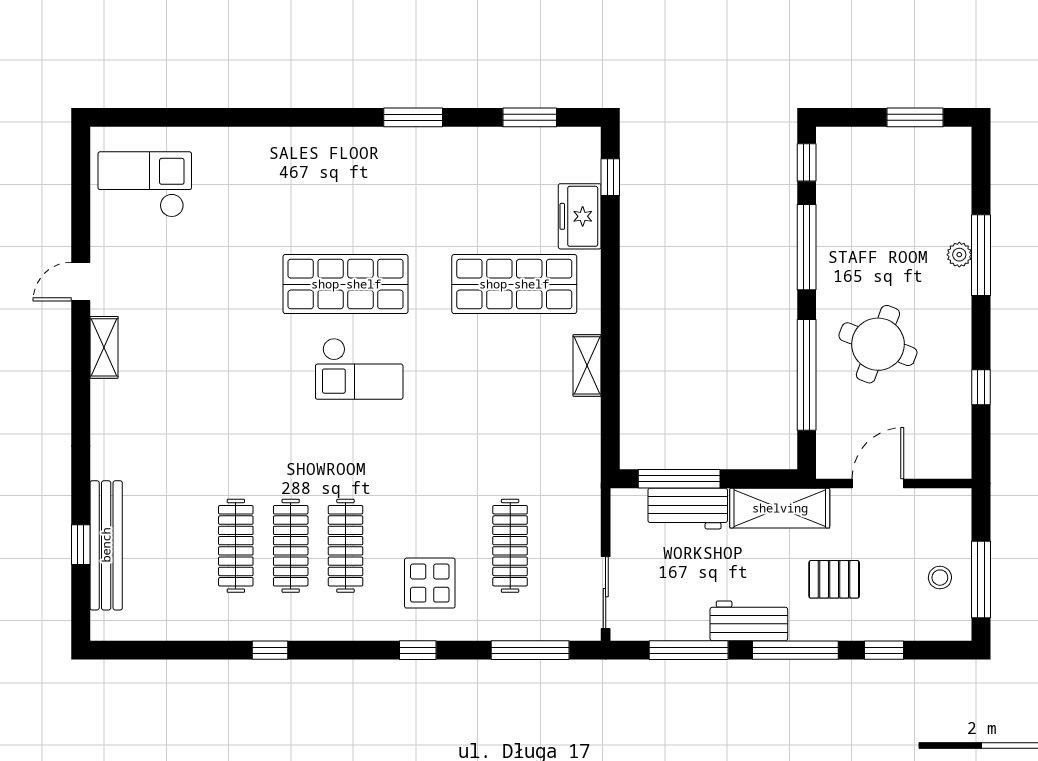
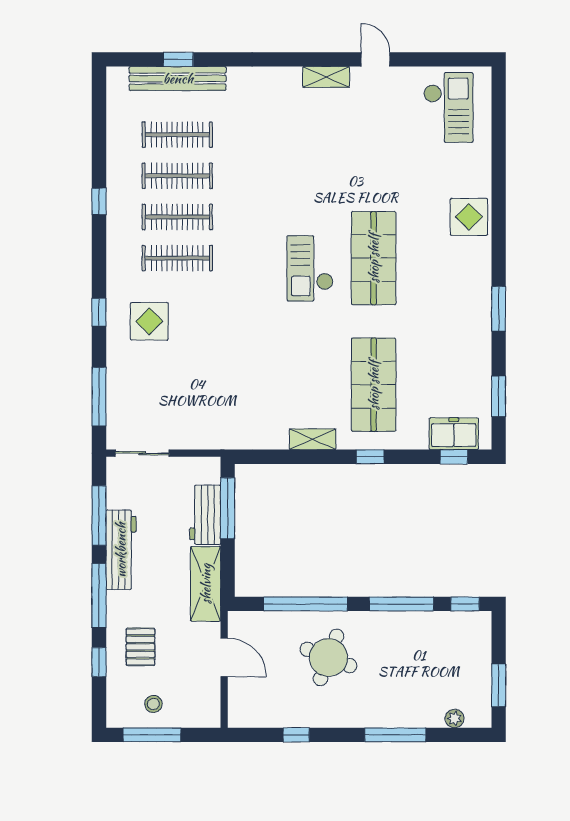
display table: (291, 157) -> (469, 217), added
freezer: (580, 216) -> (454, 434), moved
plant: (959, 255) -> (455, 719), moved
window: (610, 289) -> (370, 457), added
clothes rail: (510, 546) -> (177, 135), moved
pallet: (834, 579) -> (140, 647), moved
workbench: (749, 621) -> (121, 550), width x1.38

